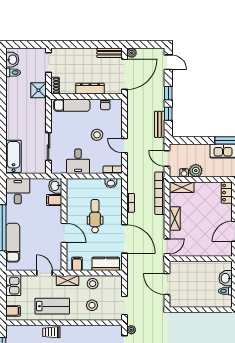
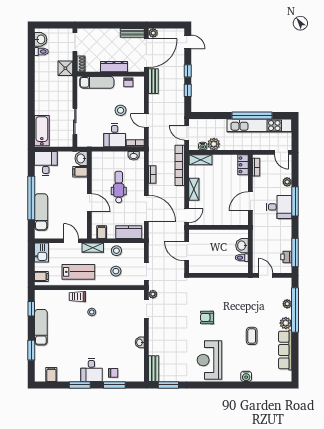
bench: (160, 124) -> (153, 81), moved
desk: (78, 161) -> (115, 135), moved

